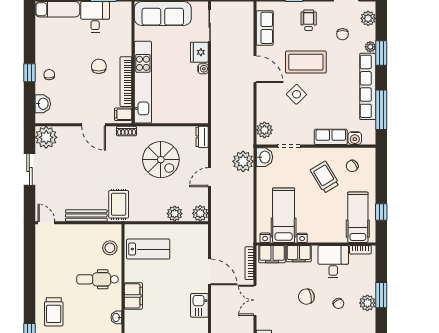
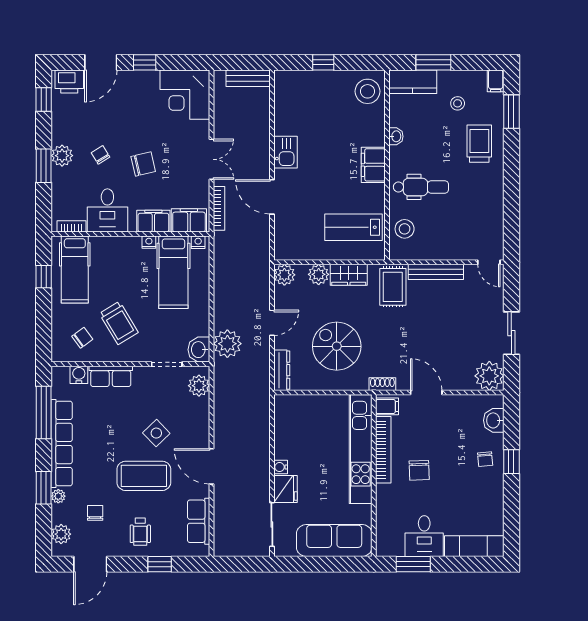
dresser: (202, 137) -> (282, 370), width x1.44
wardrobe: (152, 213) -> (349, 275), added

